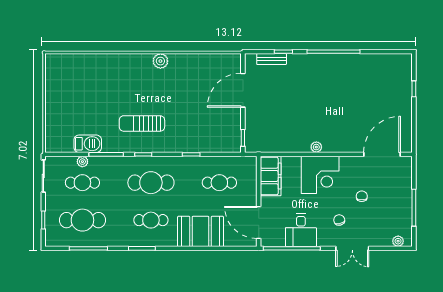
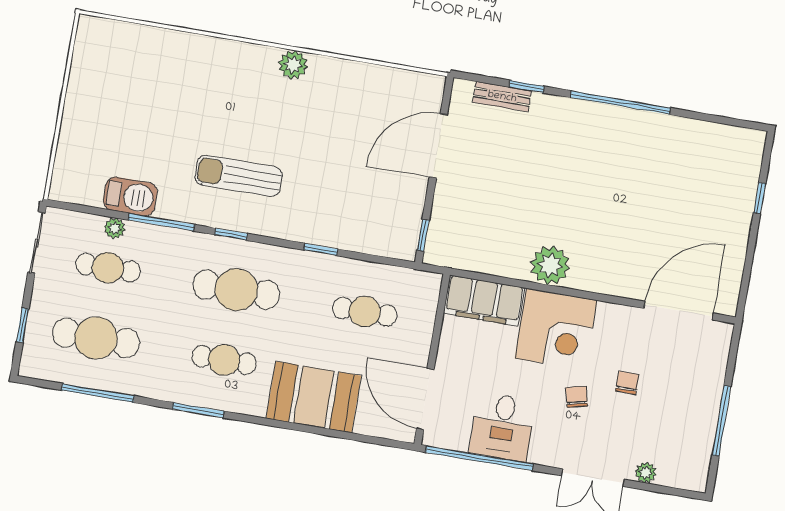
plant: (316, 147) -> (550, 265), width x1.87, depth x1.87
filing cabinet: (271, 176) -> (484, 301), moved, turned 90
chair: (339, 220) -> (577, 397), moved
plant: (398, 241) -> (646, 473), moved

